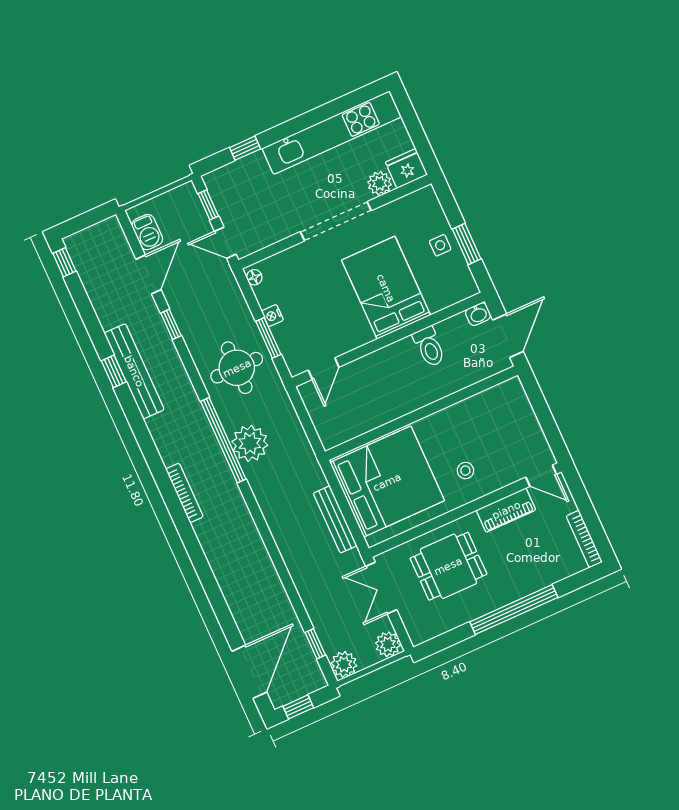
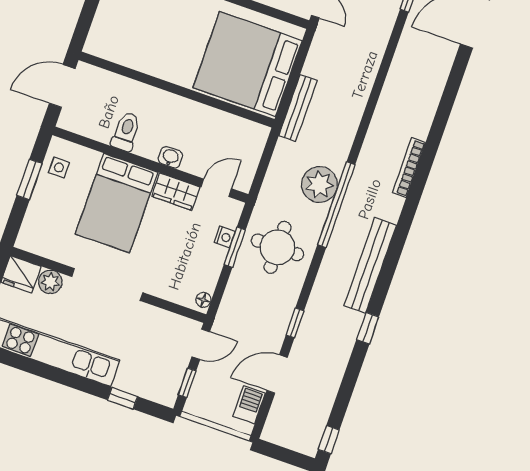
door: (225, 243) -> (201, 344), hinge flipped
side table: (440, 245) -> (59, 167), moved
washbasin: (478, 314) -> (170, 157), moved
nightstand: (272, 316) -> (225, 237), moved
wardrobe: (350, 338) -> (176, 192), added
bench: (134, 371) -> (370, 265), moved
stool: (465, 471) -> (184, 19), removed
bookcase: (184, 493) -> (409, 168), moved
bench: (335, 519) -> (298, 108), moved

